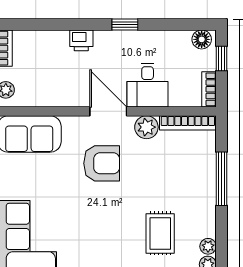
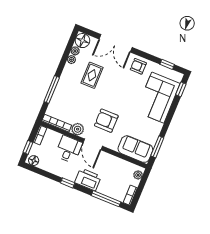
window: (45, 24) -> (106, 199), added
printer: (81, 40) -> (88, 179), width x1.87, depth x1.48

